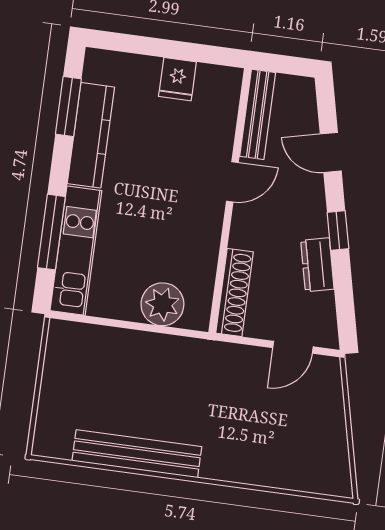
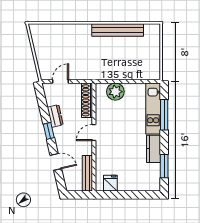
fridge: (177, 79) -> (110, 183), moved
kitchen counter: (91, 135) -> (153, 149), width x0.67
door: (232, 182) -> (94, 133), moved

